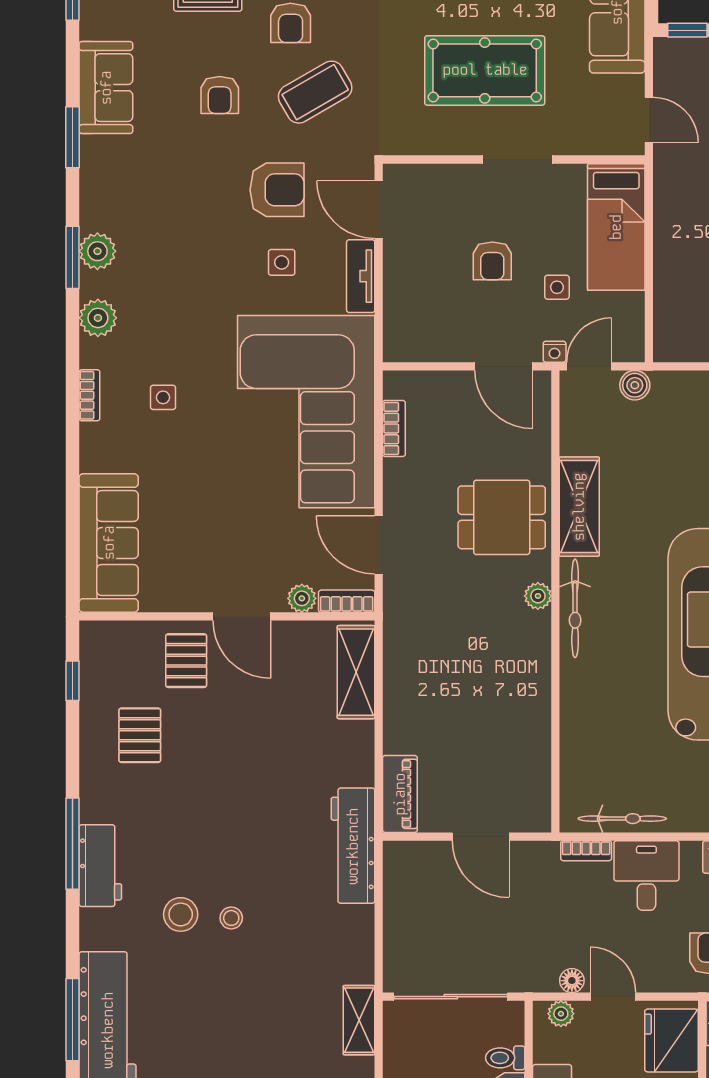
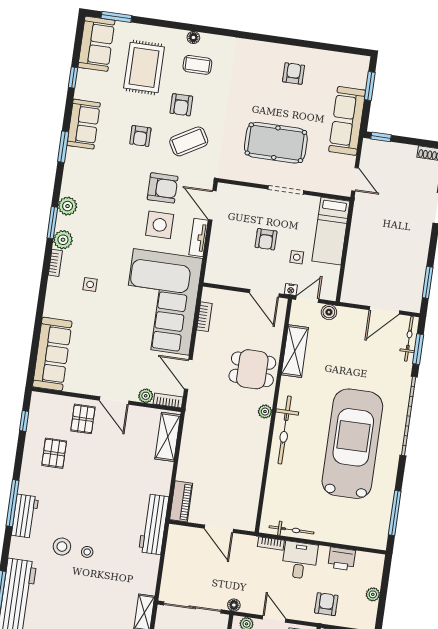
window: (72, 257) -> (52, 223), moved
side table: (282, 262) -> (160, 225), width x1.87, depth x1.87
bookcase: (89, 395) -> (55, 263), moved
shelving: (579, 507) -> (295, 351), moved
bicycle: (575, 608) -> (285, 430), width x1.37, depth x1.40
floor lamp: (572, 981) -> (234, 605), moved

